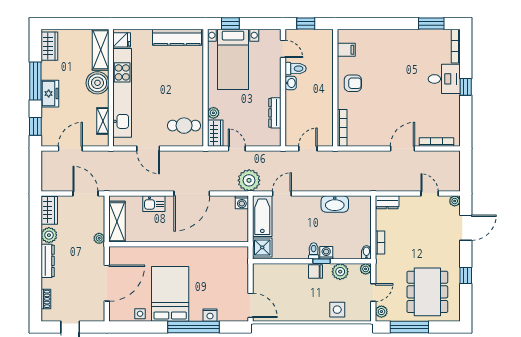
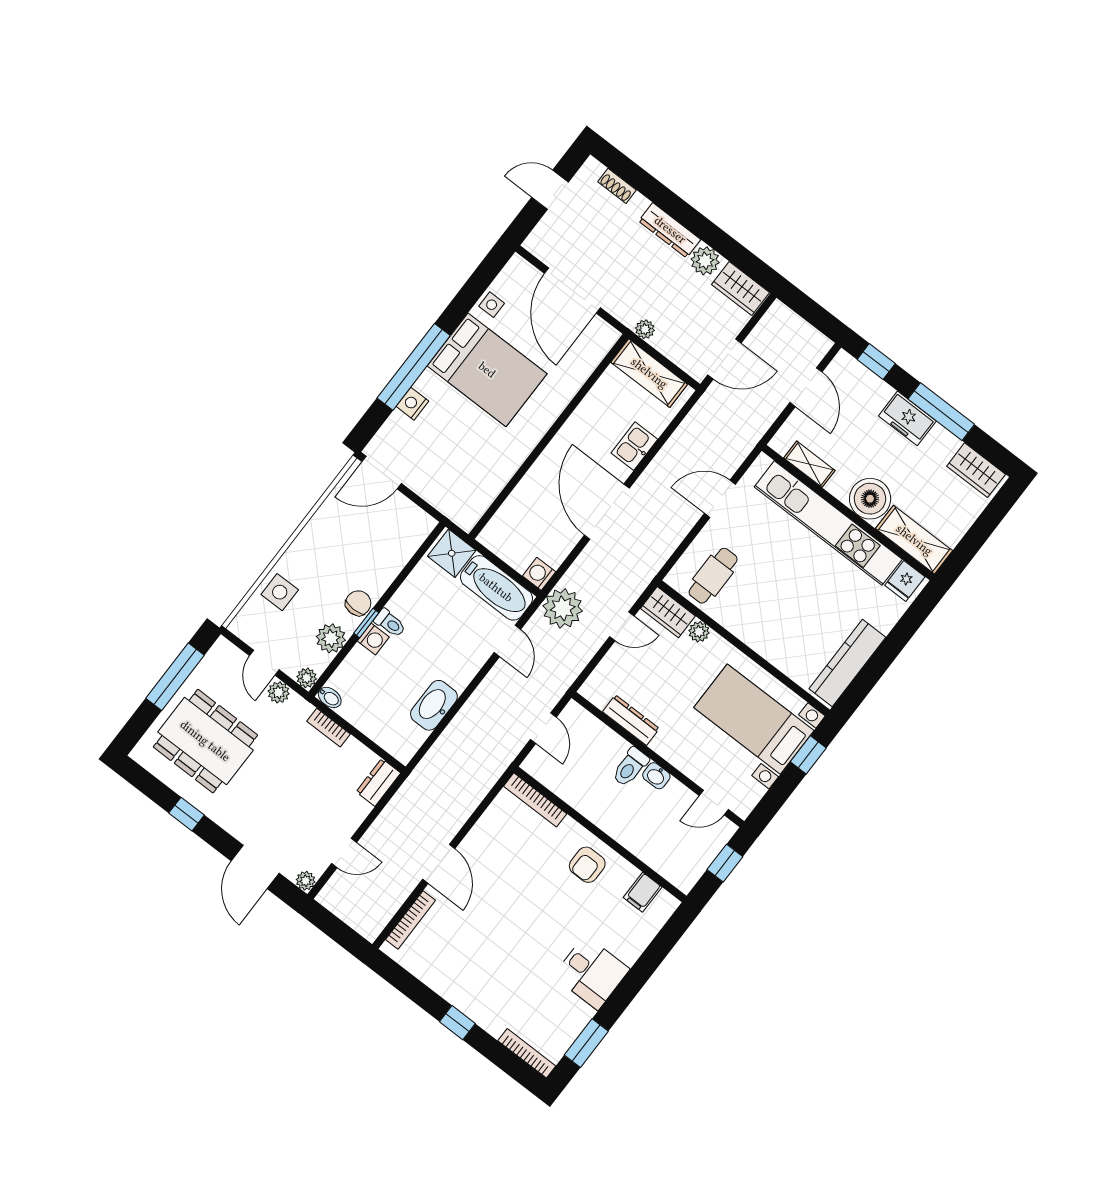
toilet: (296, 69) -> (630, 767), moved
desk: (444, 79) -> (591, 972), moved, turned -90
plant: (381, 312) -> (279, 692), moved

